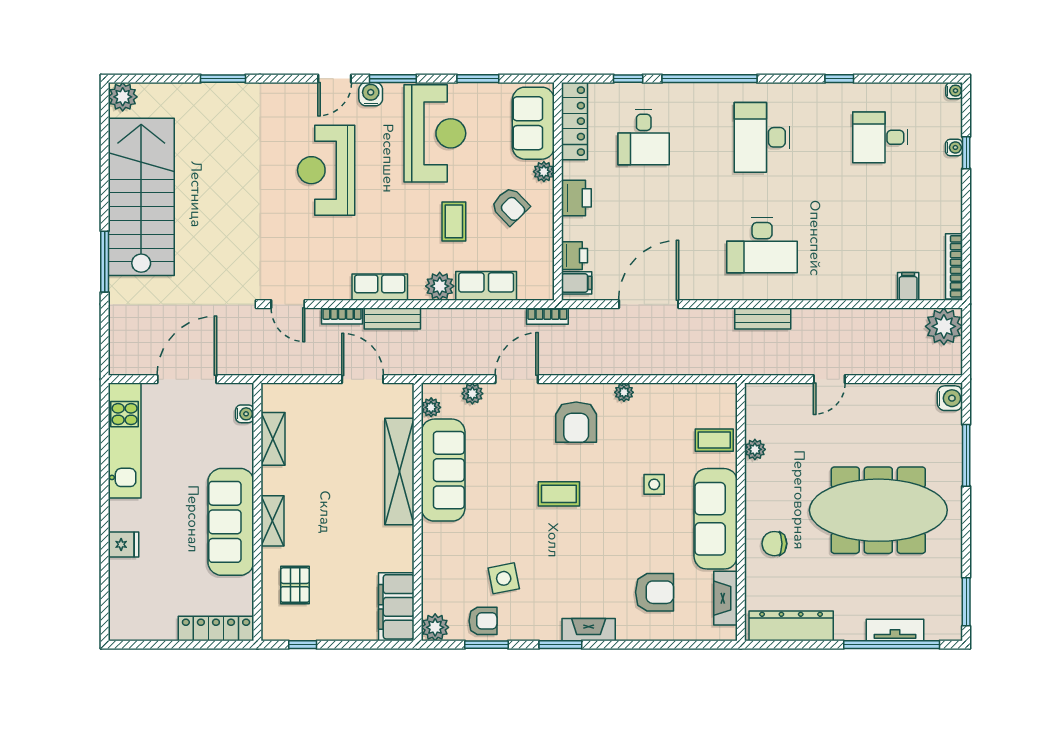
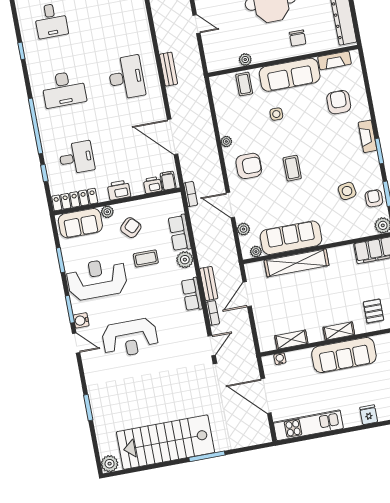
pallet: (295, 585) -> (374, 311), turned 90

